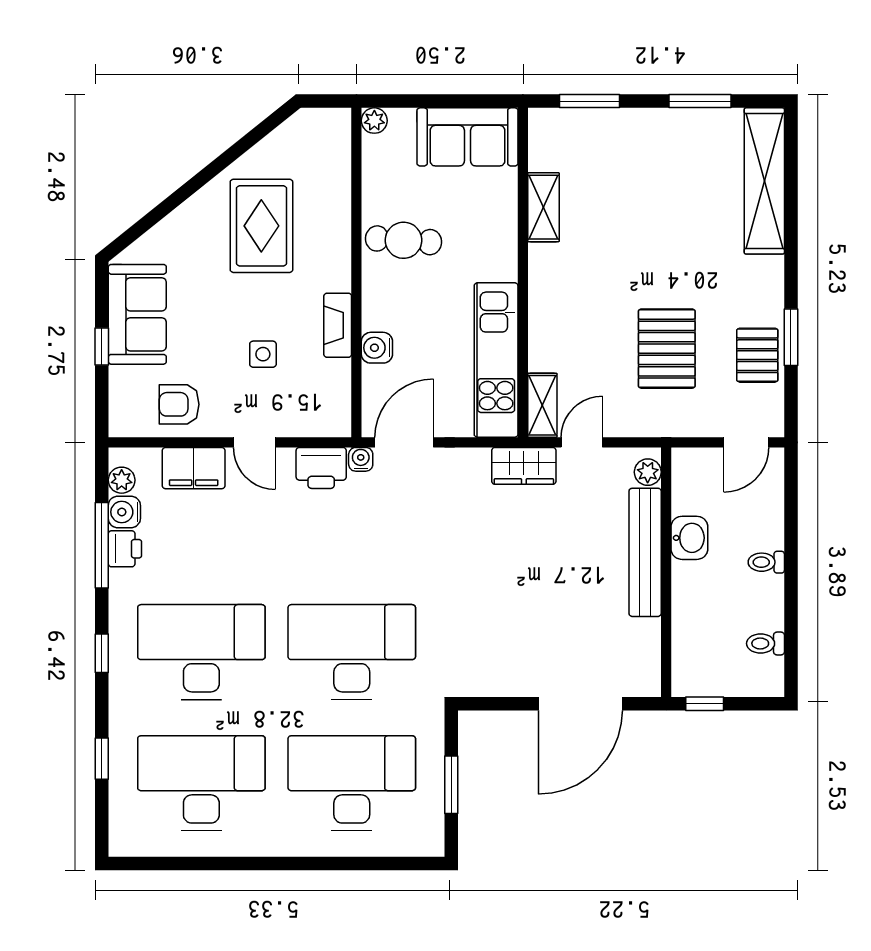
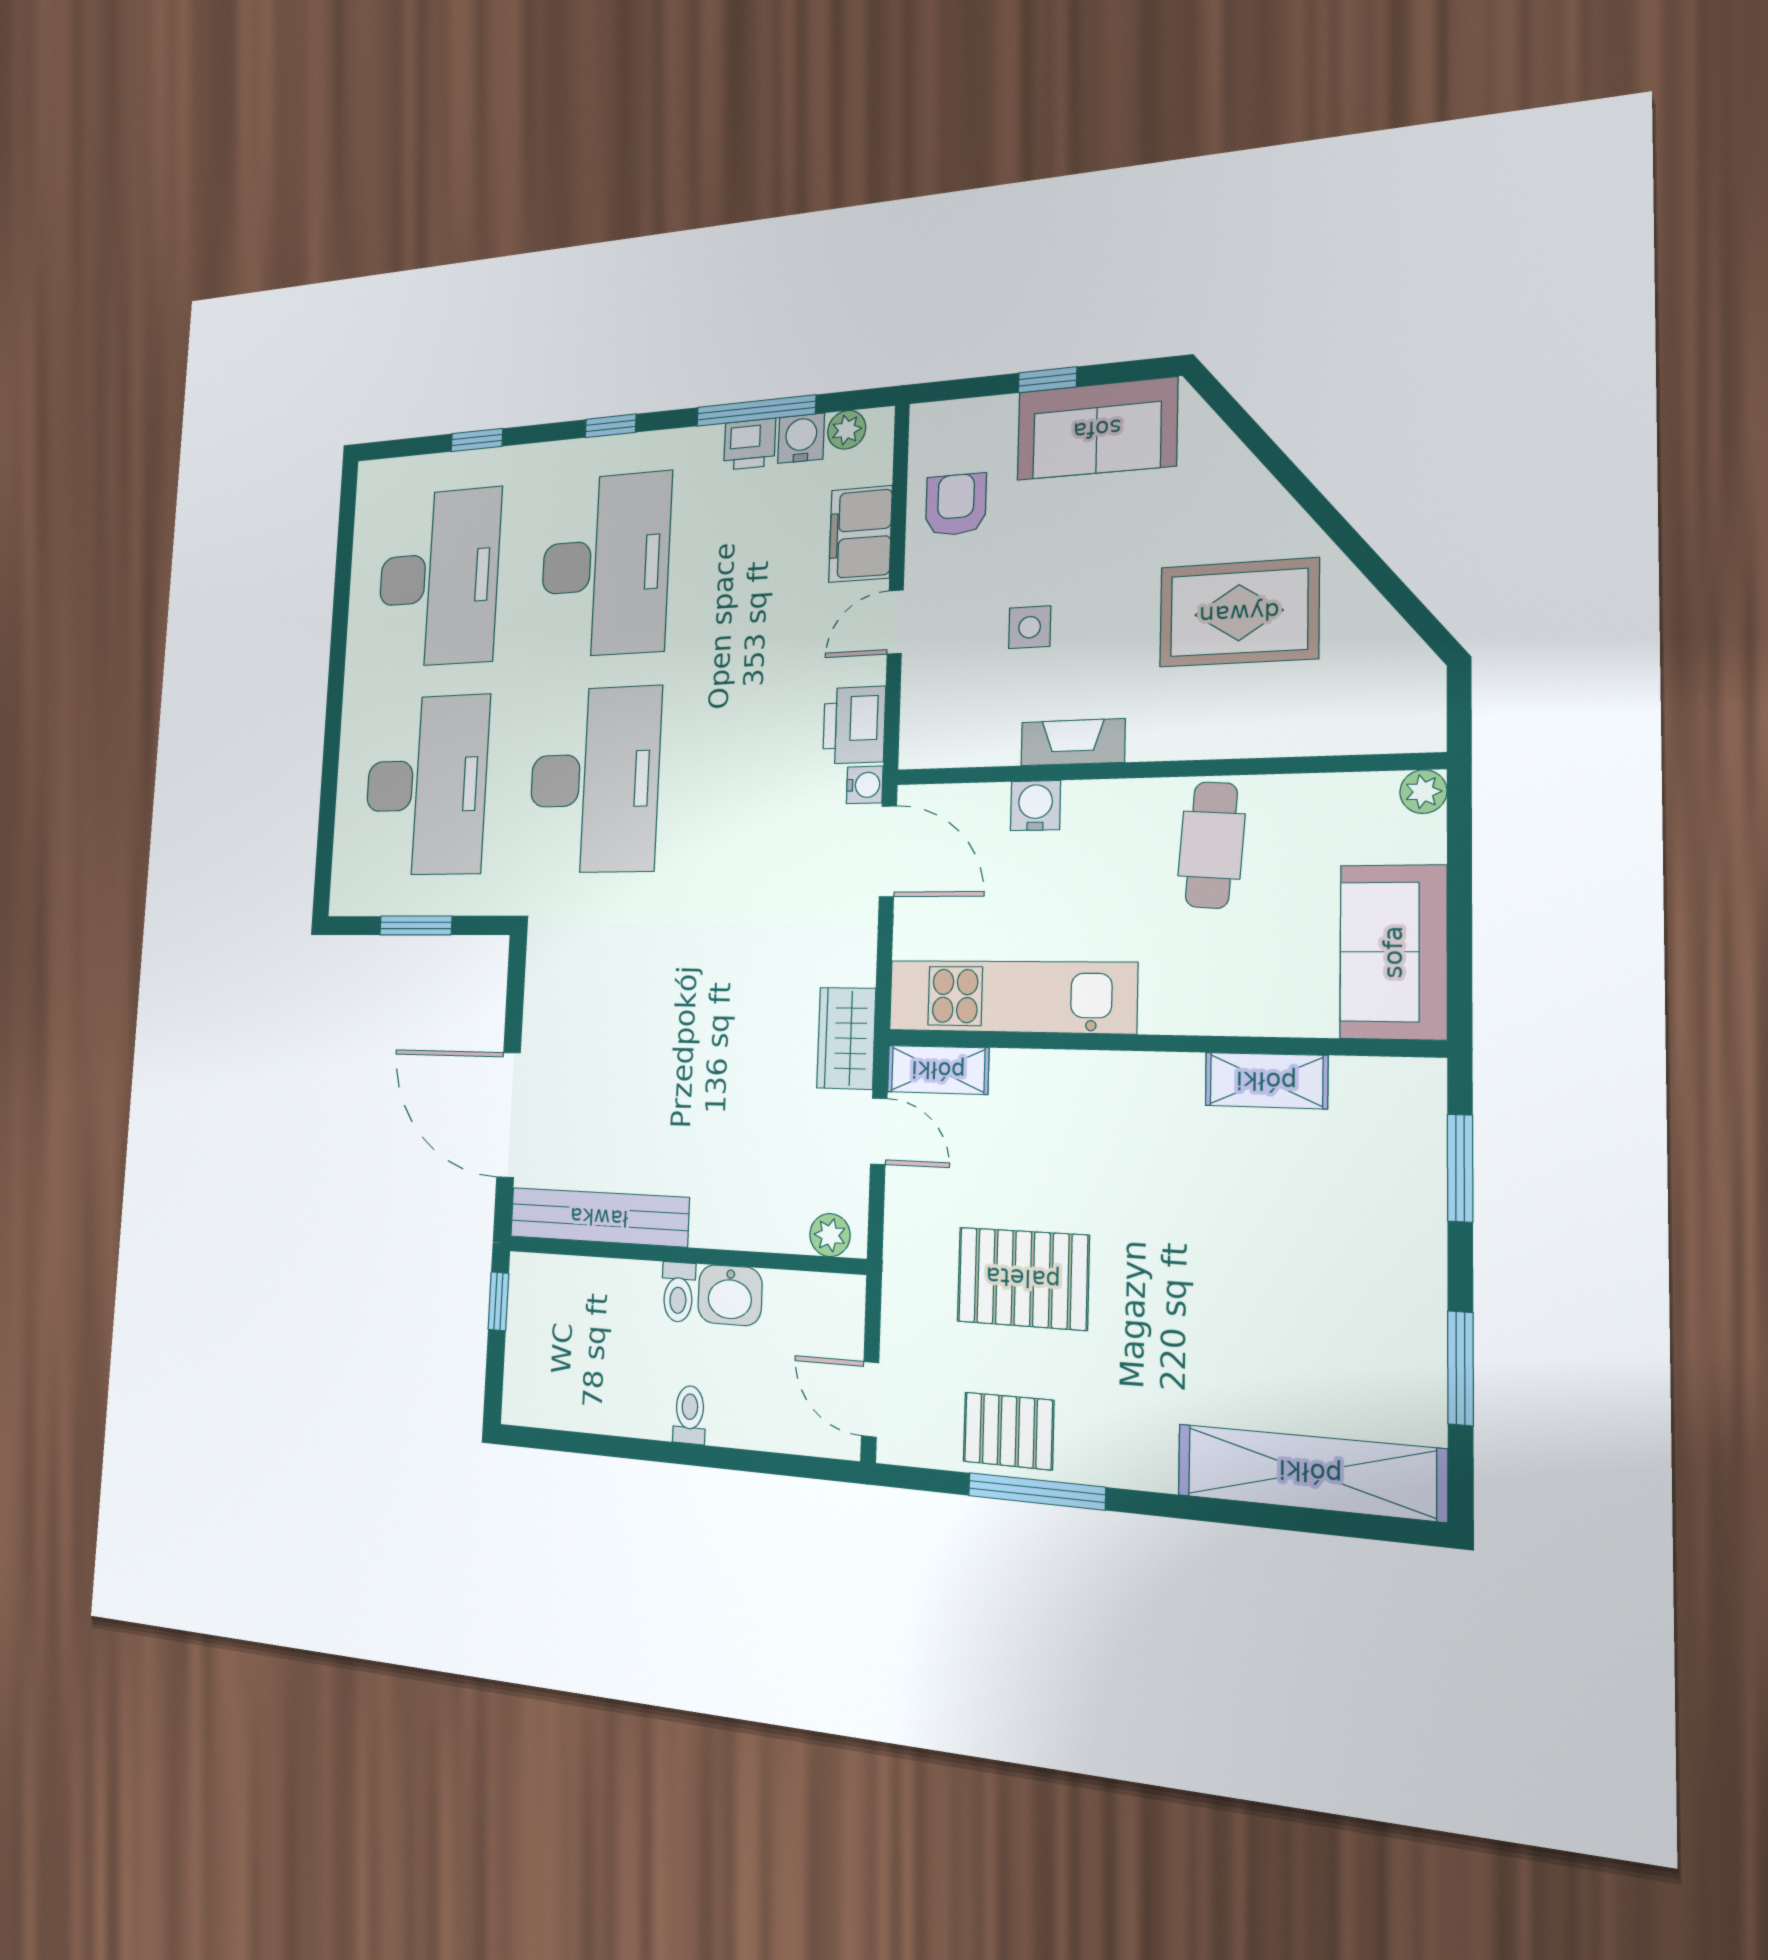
window: (791, 337) -> (1036, 1491), width x1.44
bench: (645, 552) -> (599, 1217), moved
toilet: (765, 643) -> (678, 1292), moved, turned 180

